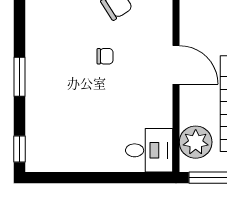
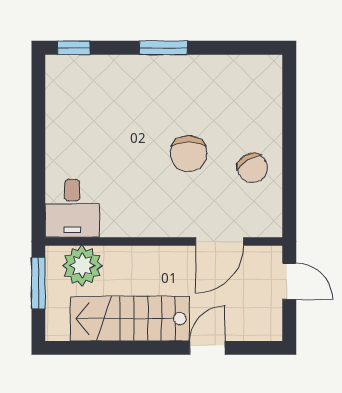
chair: (105, 56) -> (188, 154), width x1.87, depth x1.87
door: (176, 65) -> (219, 241), moved

